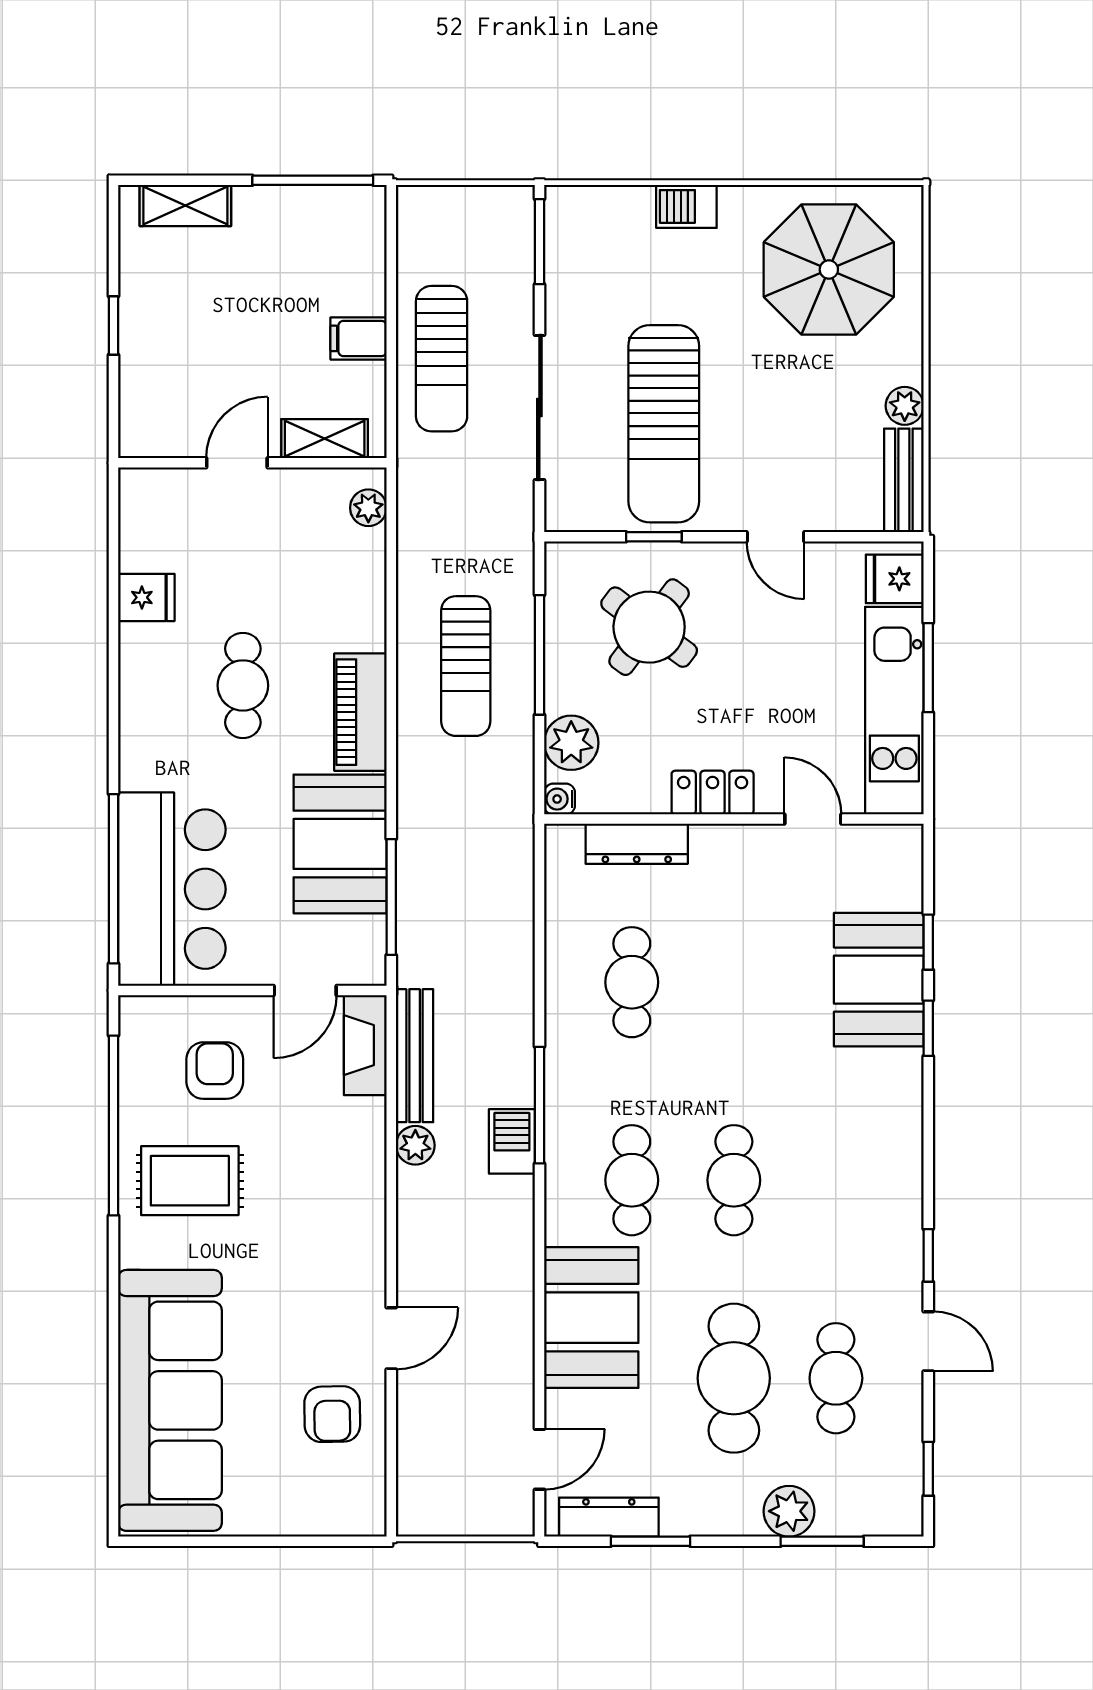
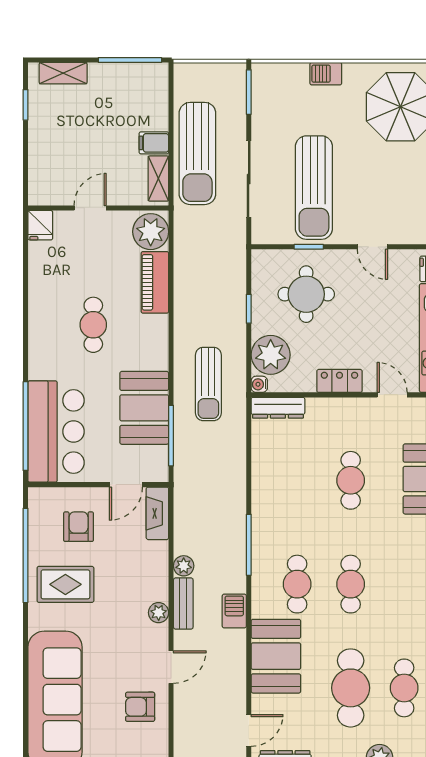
window: (114, 326) -> (25, 105), moved
sun lounger: (442, 359) -> (197, 153), width x1.36, depth x1.34
shelving: (325, 439) -> (158, 179), moved, turned 90
plant: (368, 508) -> (151, 232), width x1.88, depth x1.88
fridge: (146, 597) -> (40, 225), moved, turned 90
round table: (649, 627) -> (306, 294), turned -37
window: (539, 655) -> (249, 309), width x0.46
sun lounger: (466, 666) -> (208, 384), moved
piano: (360, 712) -> (155, 282), moved
plant: (571, 743) -> (271, 355), width x1.36, depth x1.36
dresser: (637, 844) -> (278, 408), moved
cafe table: (632, 982) -> (351, 480), moved
bench: (415, 1056) -> (183, 604), moved, width x0.73
barbecue: (512, 1141) -> (234, 611), moved
plant: (367, 1235) -> (159, 613), added
armchair: (332, 1414) -> (140, 707), turned 91

